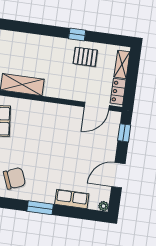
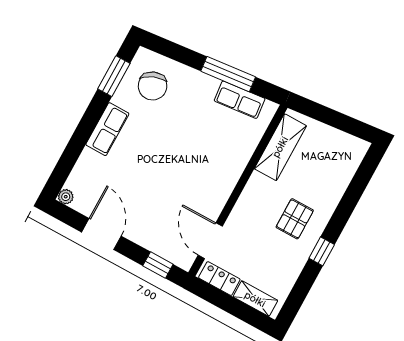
pallet: (85, 57) -> (295, 219), moved
row of seats: (72, 199) -> (107, 129), moved
window: (40, 208) -> (114, 76), moved

